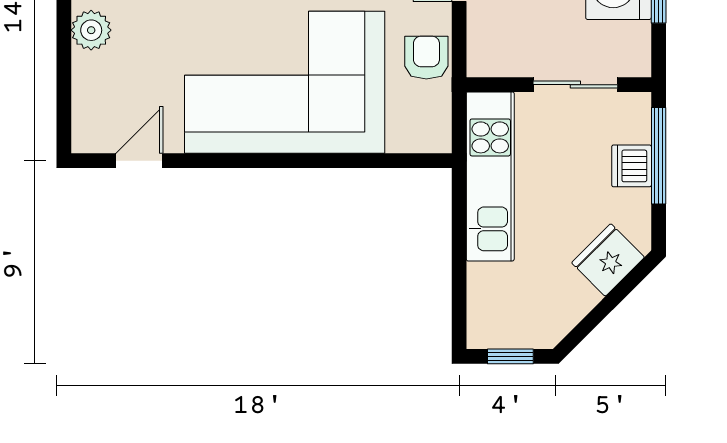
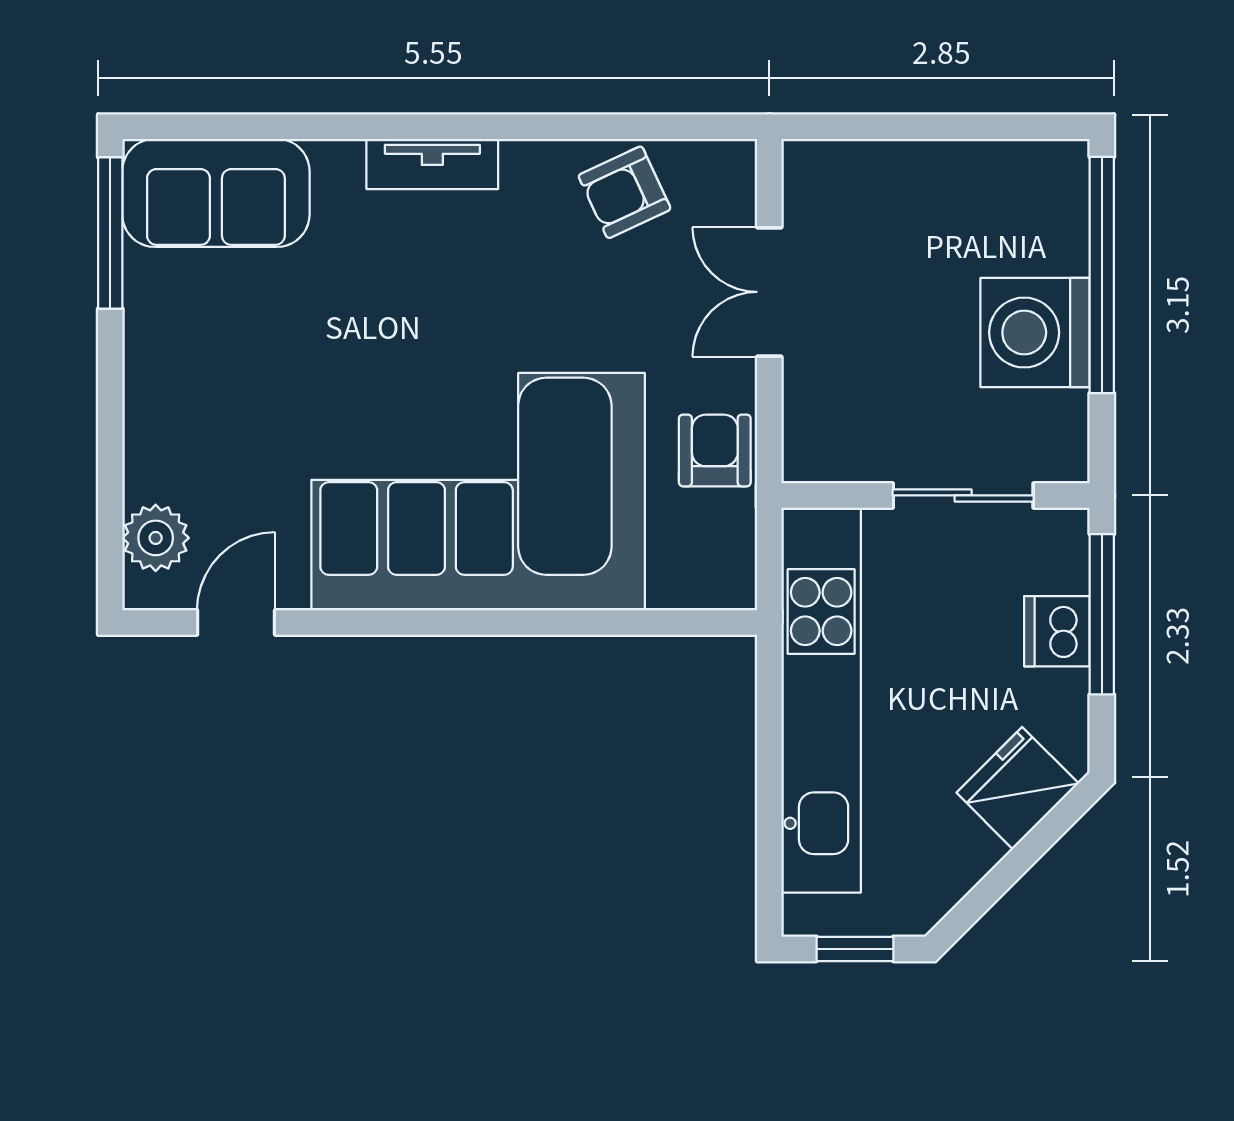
plant: (91, 30) -> (156, 538), moved
kitchen unit: (490, 176) -> (821, 700), width x1.36

